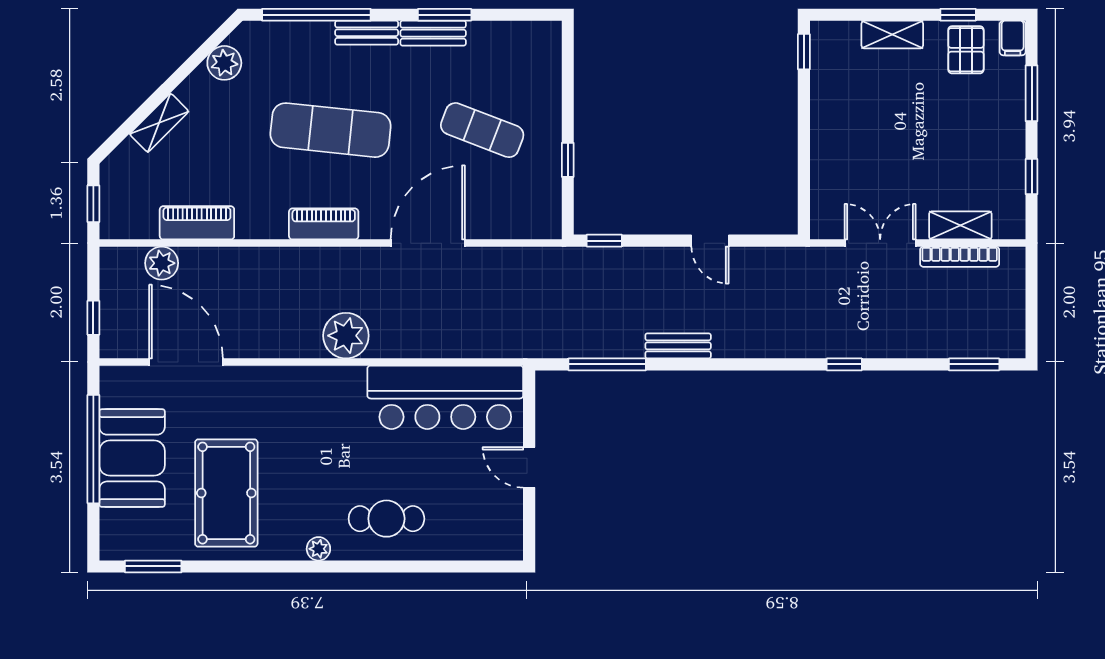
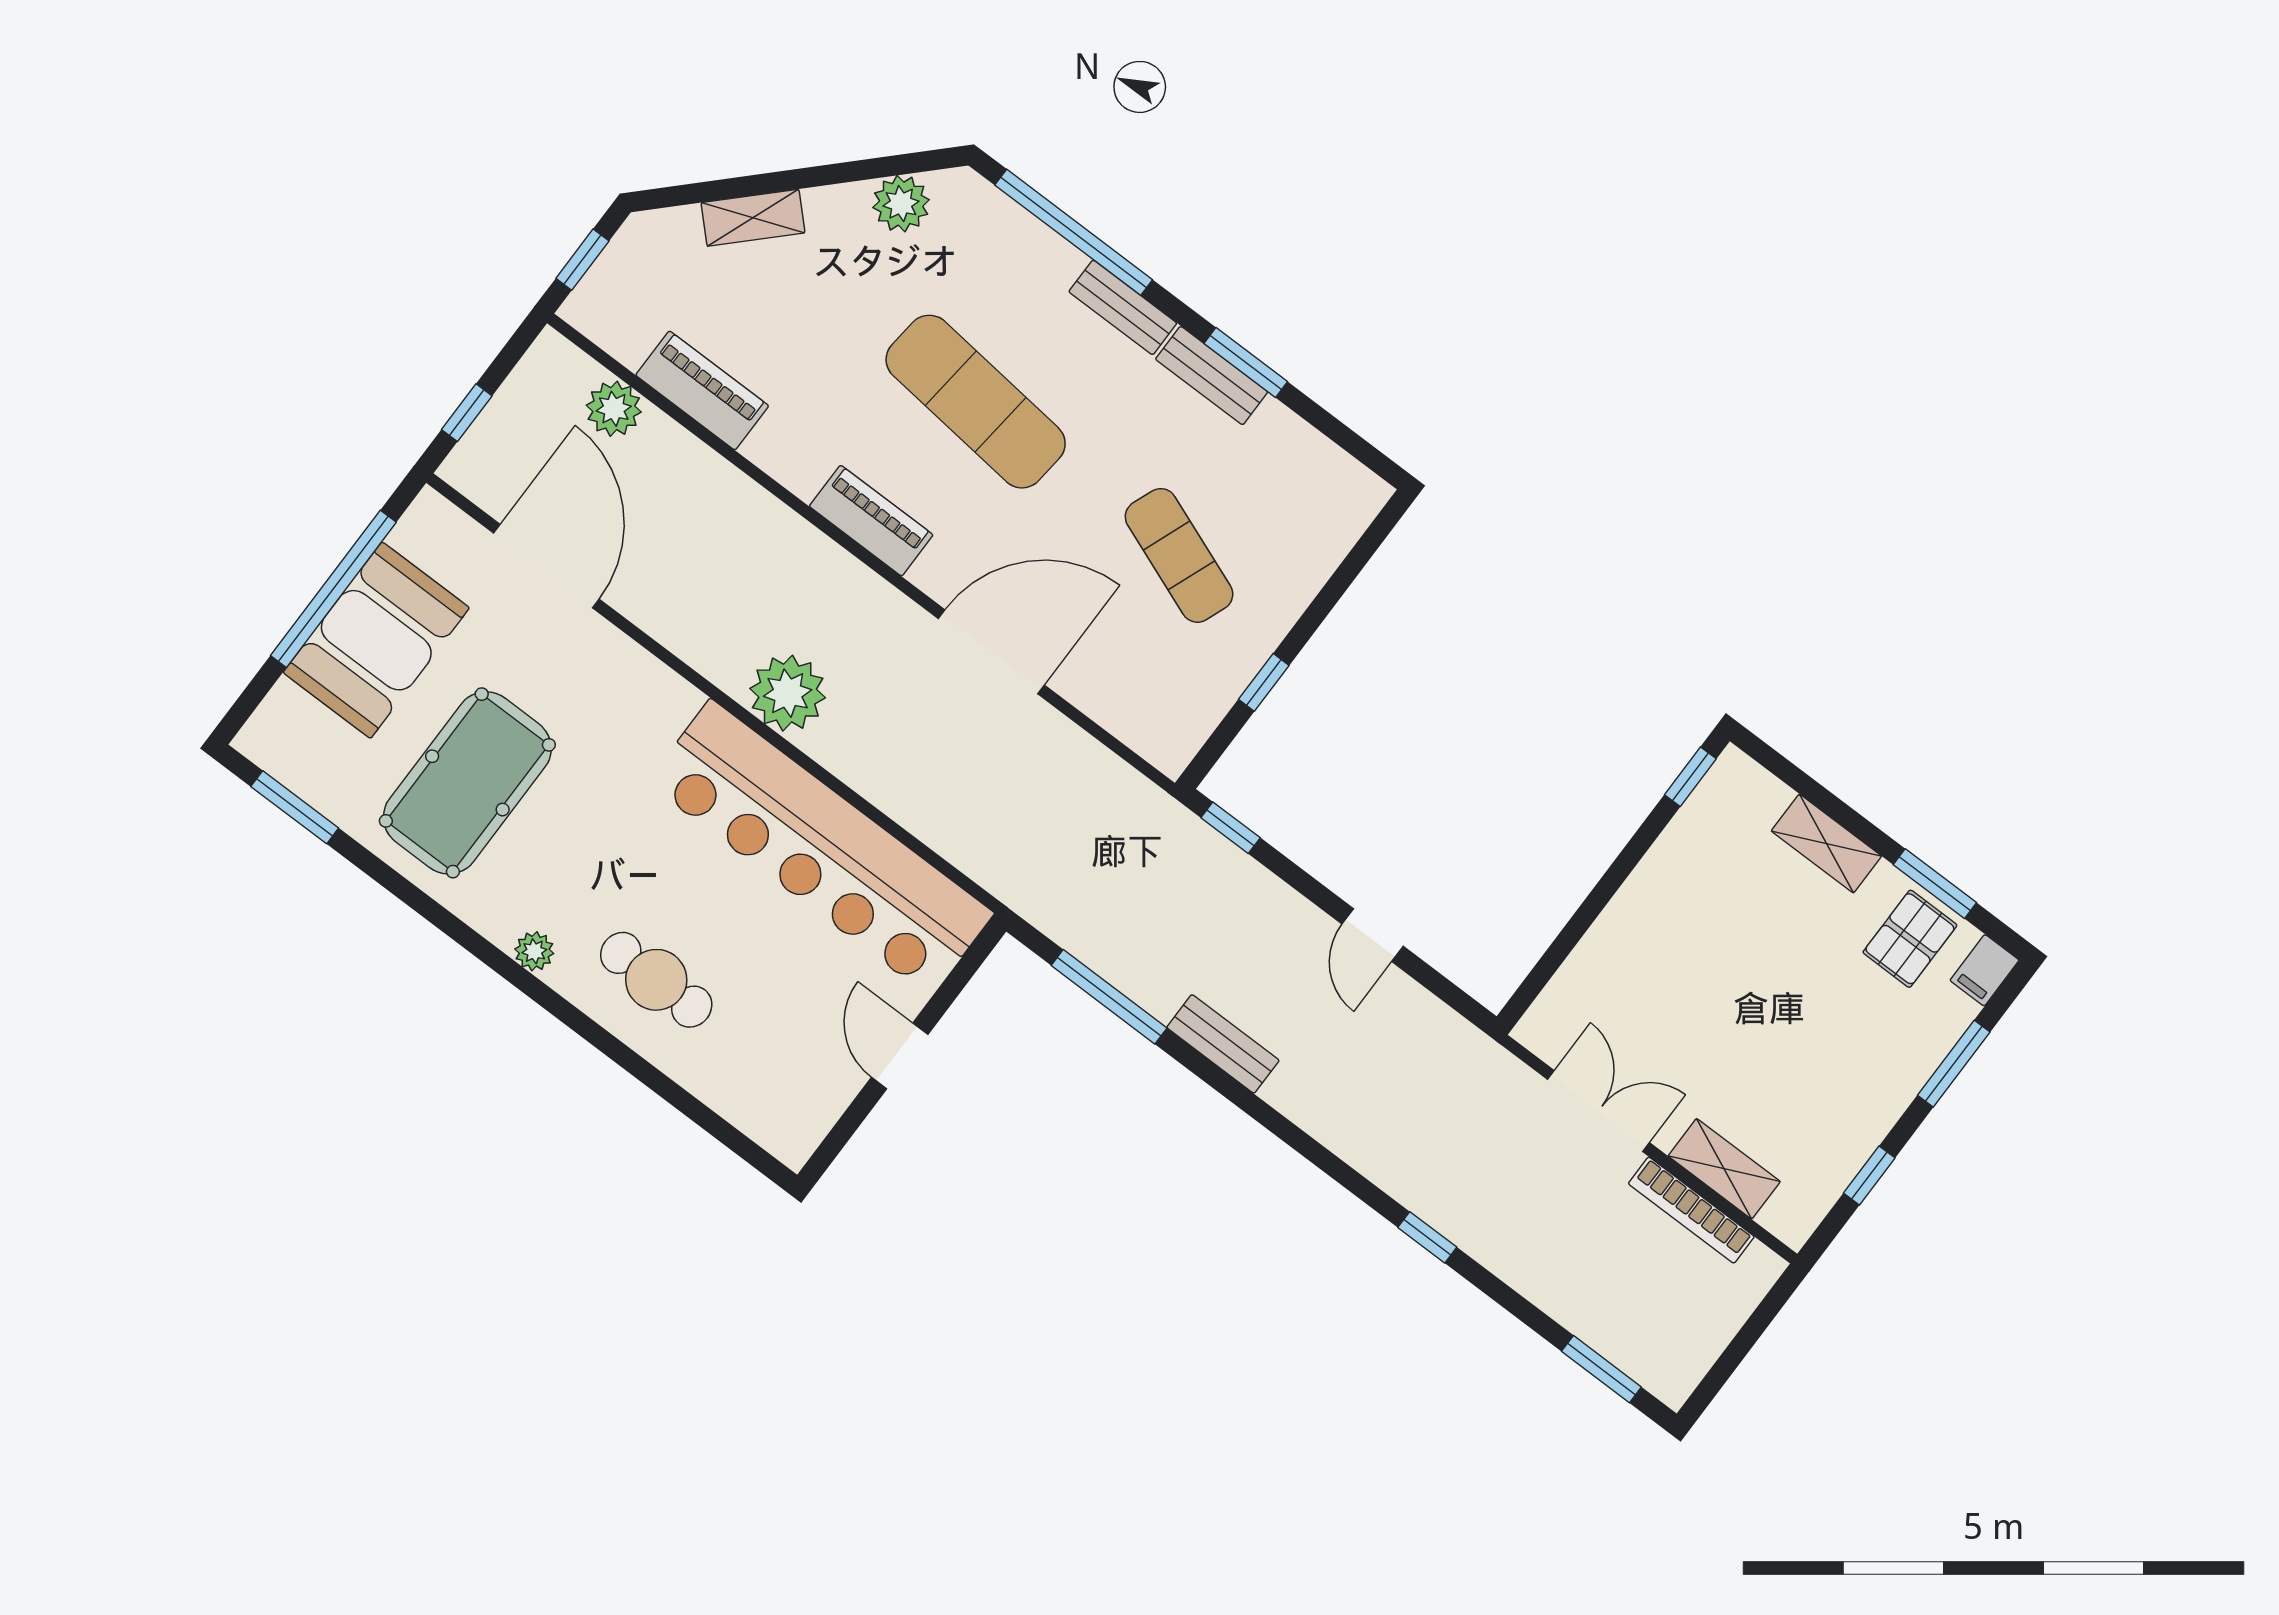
window: (958, 15) -> (1935, 884), width x1.50
bar counter: (445, 397) -> (820, 848), width x1.36

